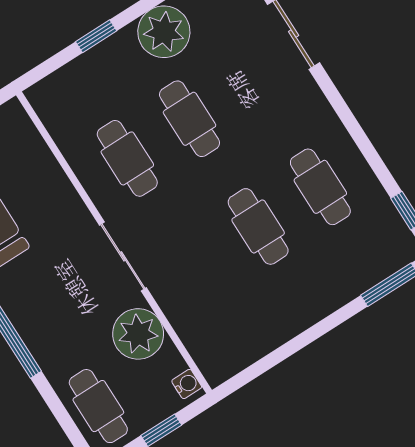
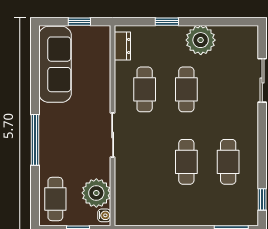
dresser: (53, 115) -> (122, 46), added
plant: (138, 334) -> (96, 193), moved

